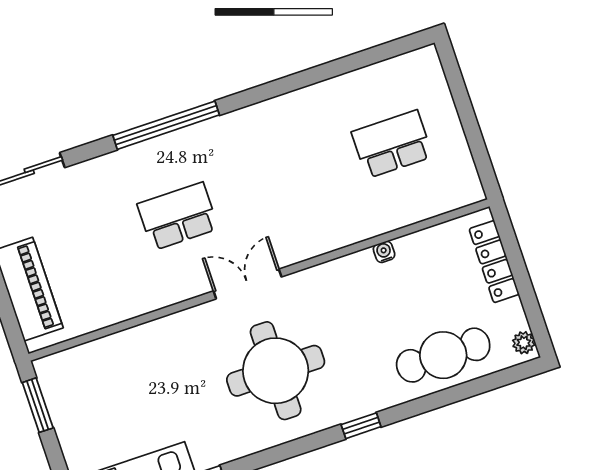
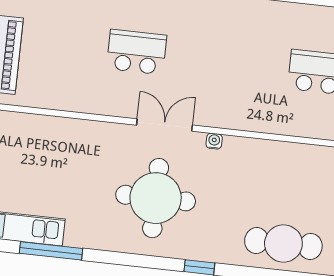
water cooler: (384, 252) -> (214, 141), moved

